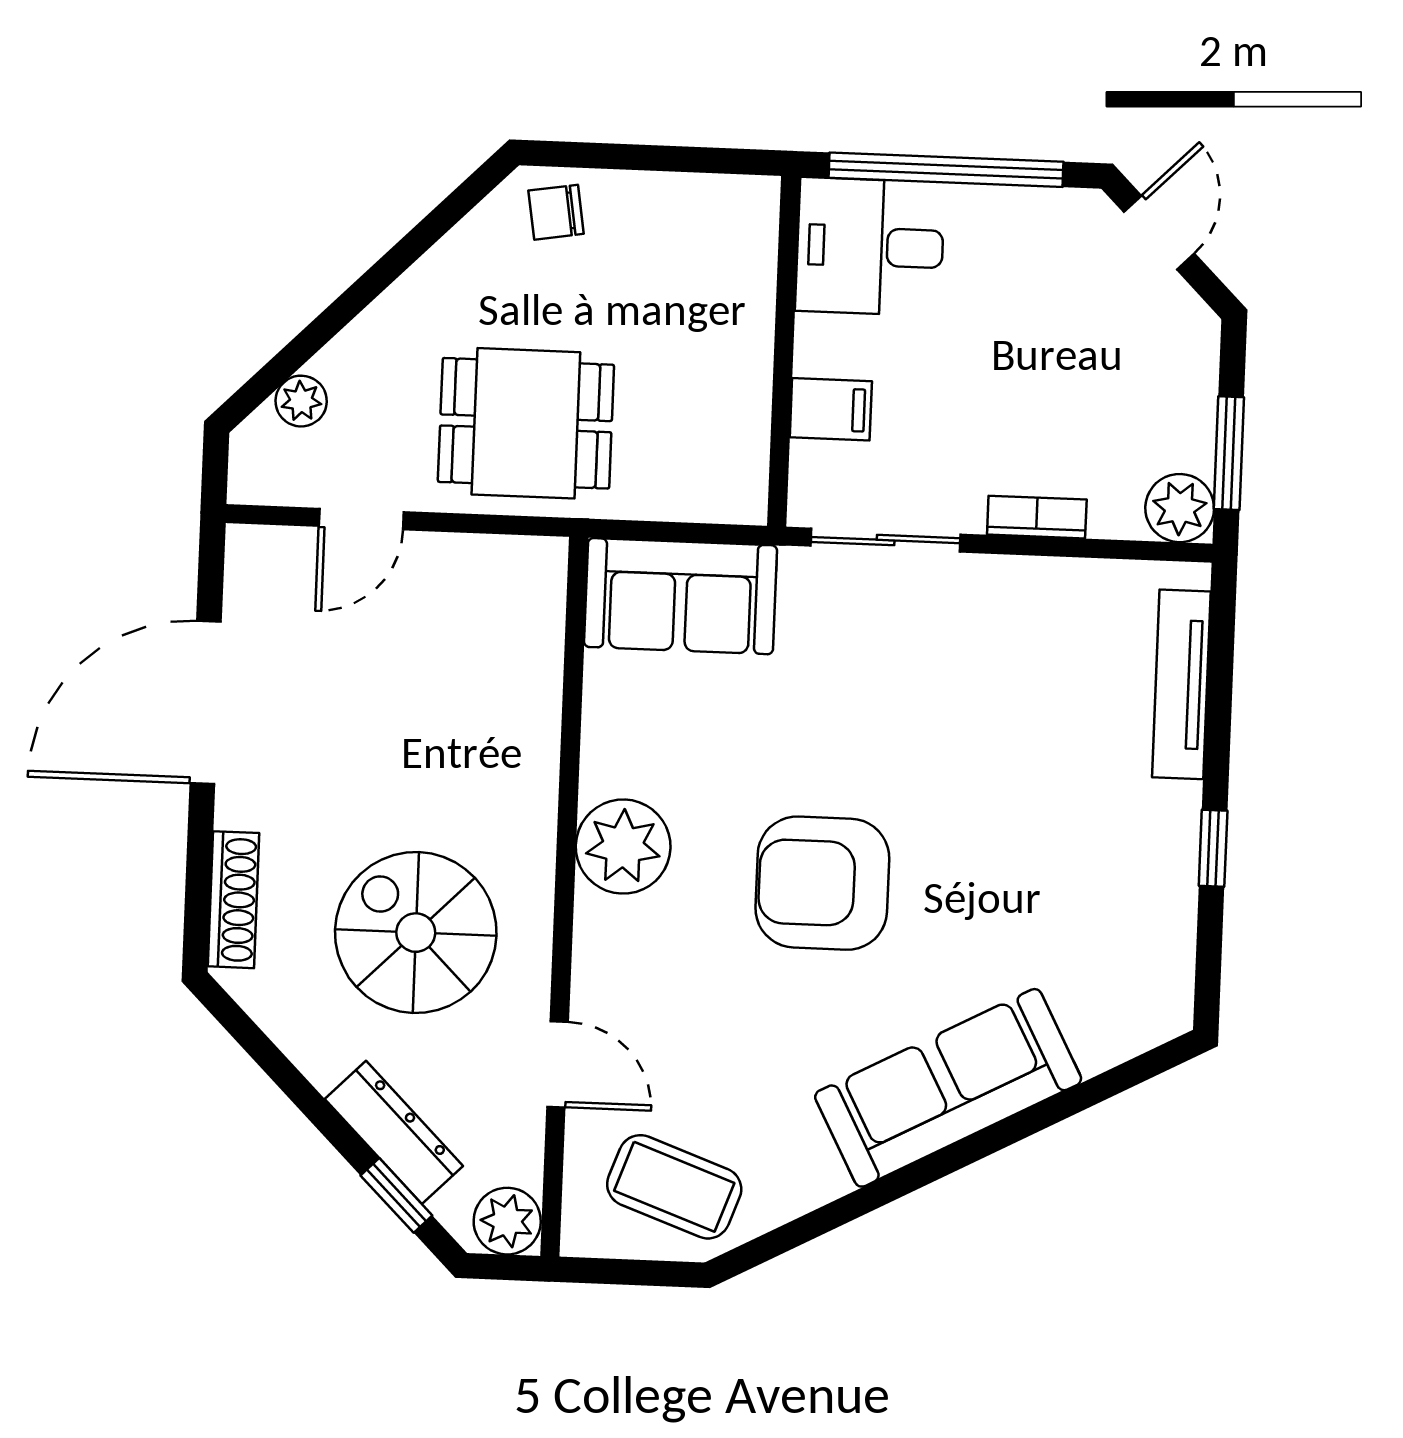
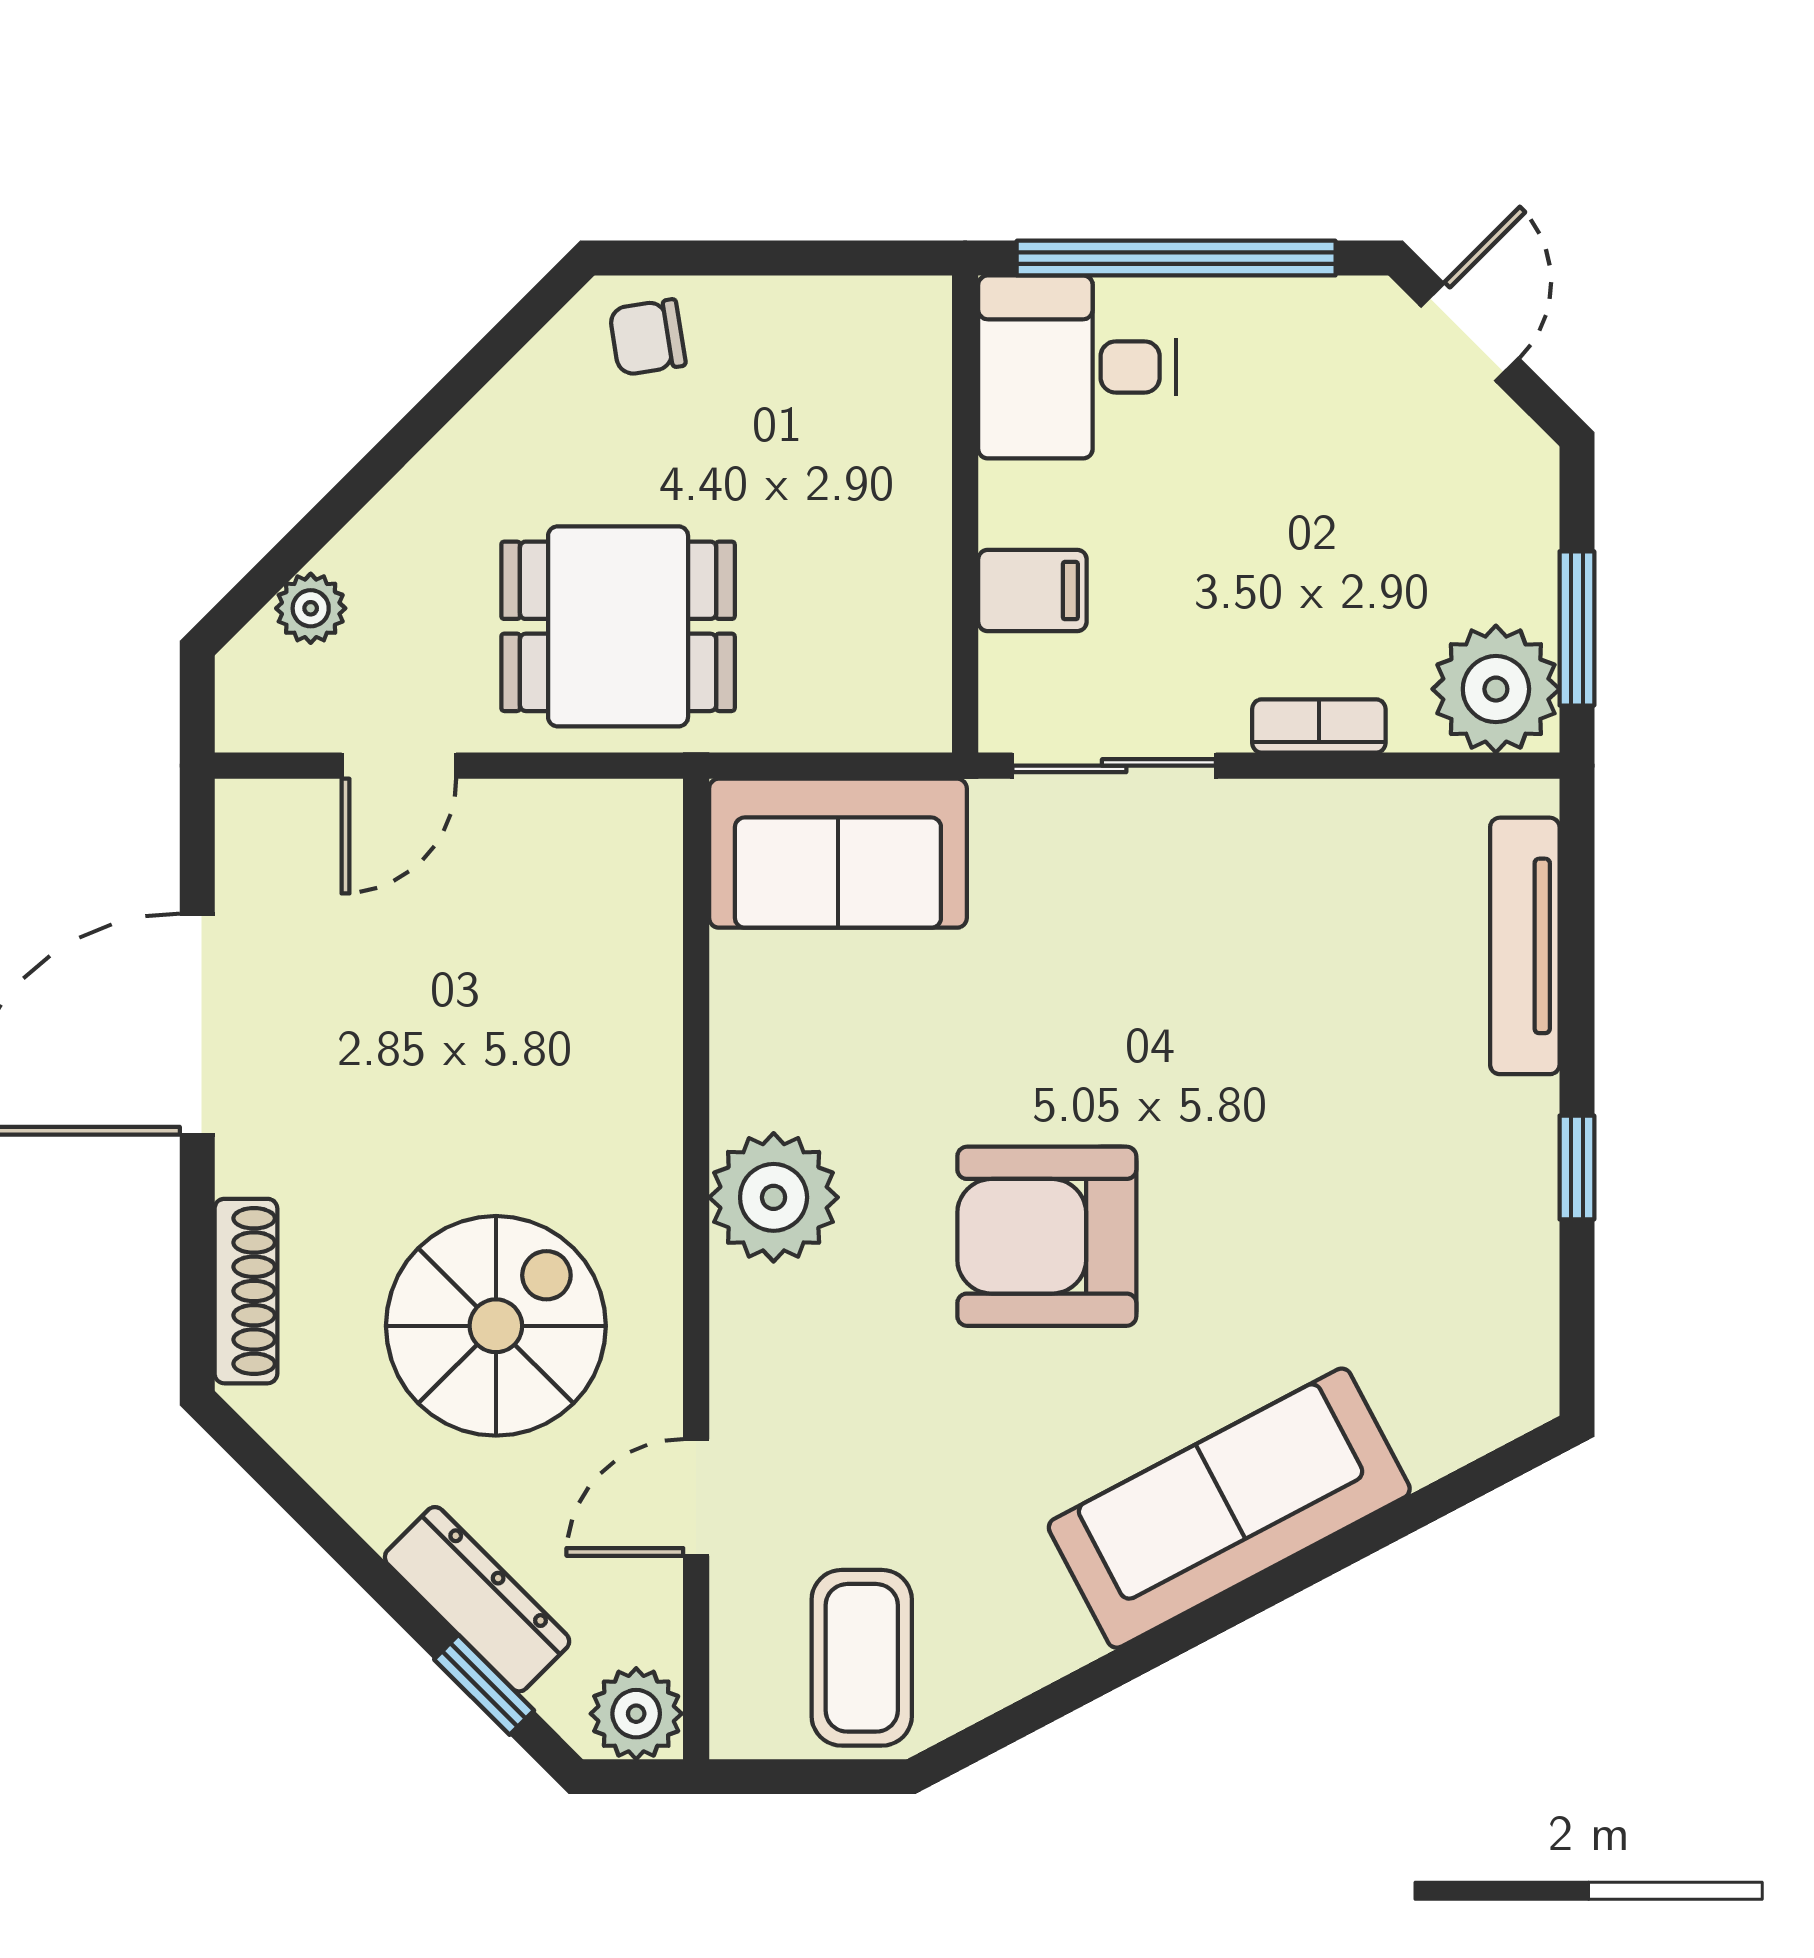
plant: (1180, 508) -> (1496, 689), width x1.36, depth x1.36
spiral stairs: (416, 933) -> (496, 1326), turned 90
door: (558, 1064) -> (696, 1497), swing flipped
coffee table: (674, 1187) -> (862, 1658), turned 70

